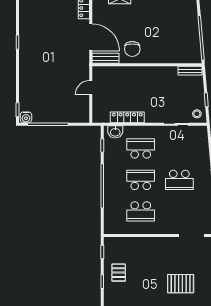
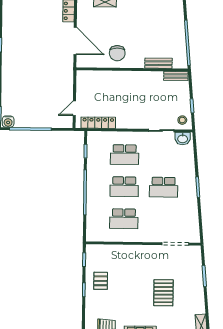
bench: (105, 58) -> (158, 63), moved
door: (91, 88) -> (74, 108), moved
locker: (127, 117) -> (98, 123), moved
washbasin: (115, 132) -> (183, 139), moved
school desk: (141, 148) -> (125, 155), turned 180
school desk: (141, 180) -> (124, 187), turned 180
pallet: (181, 284) -> (163, 293), turned 90

